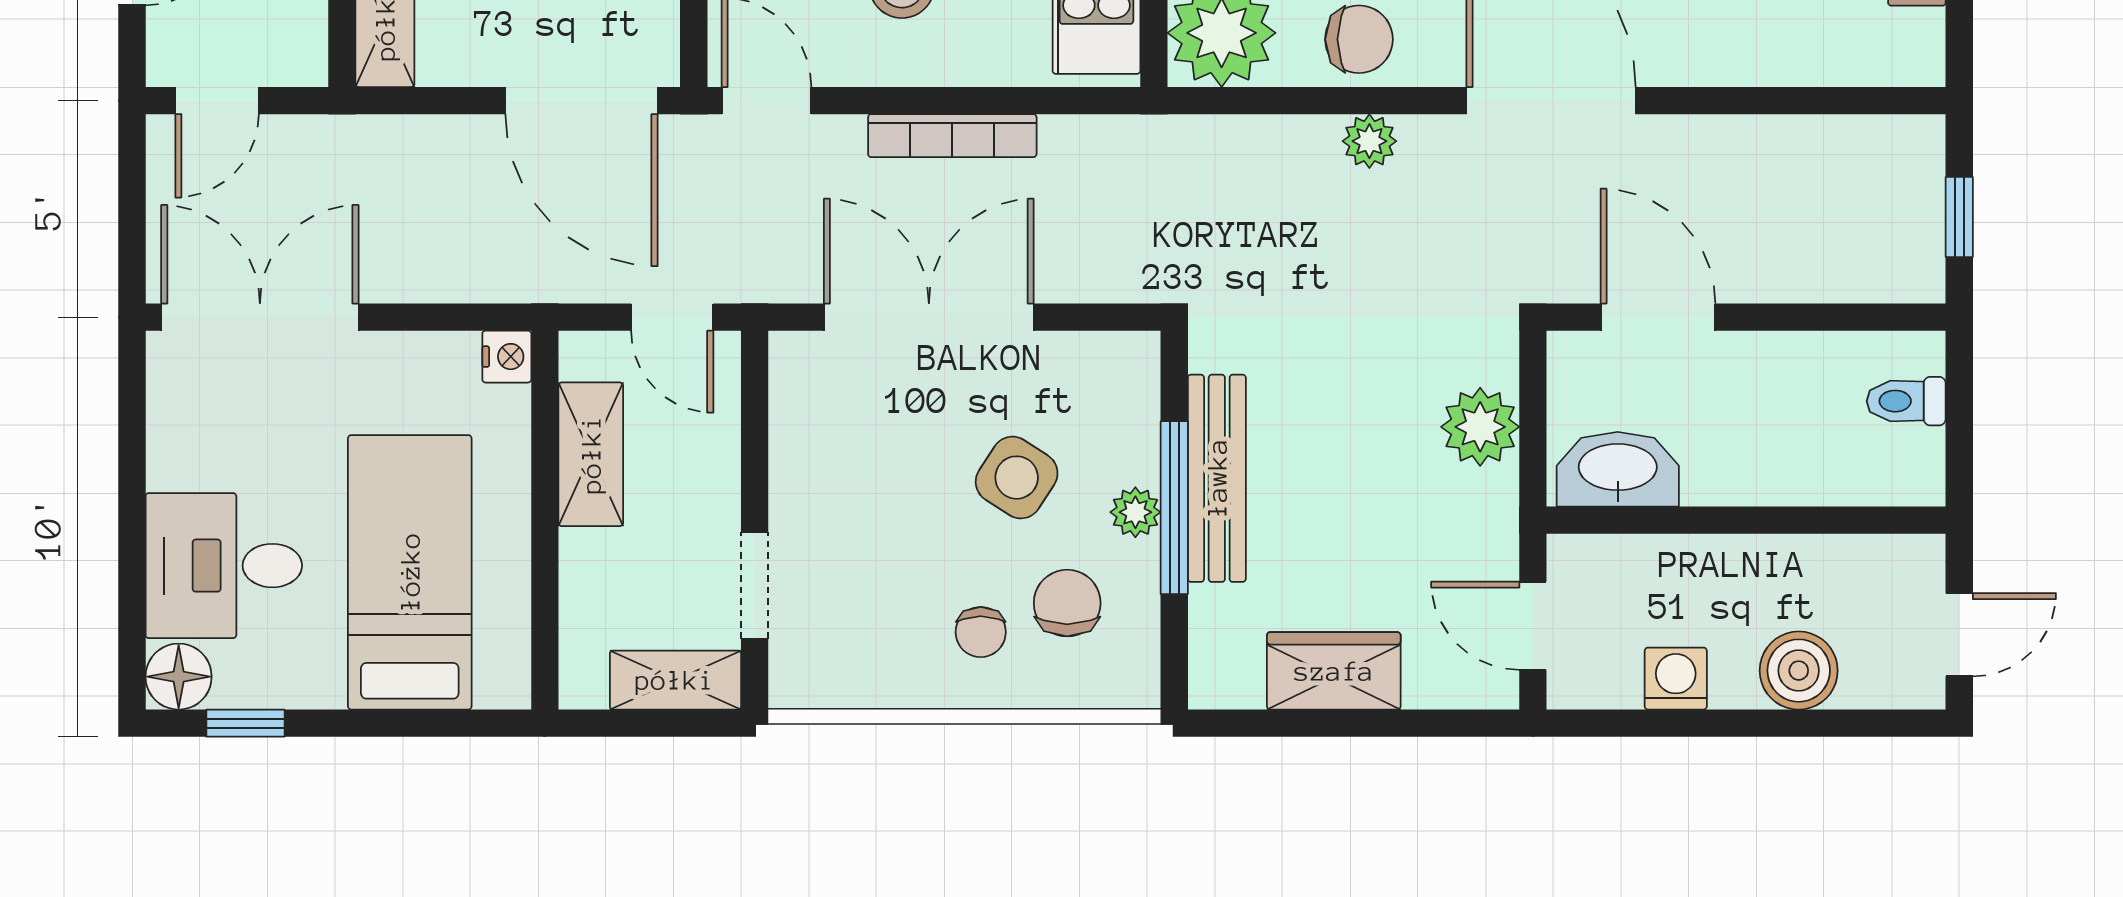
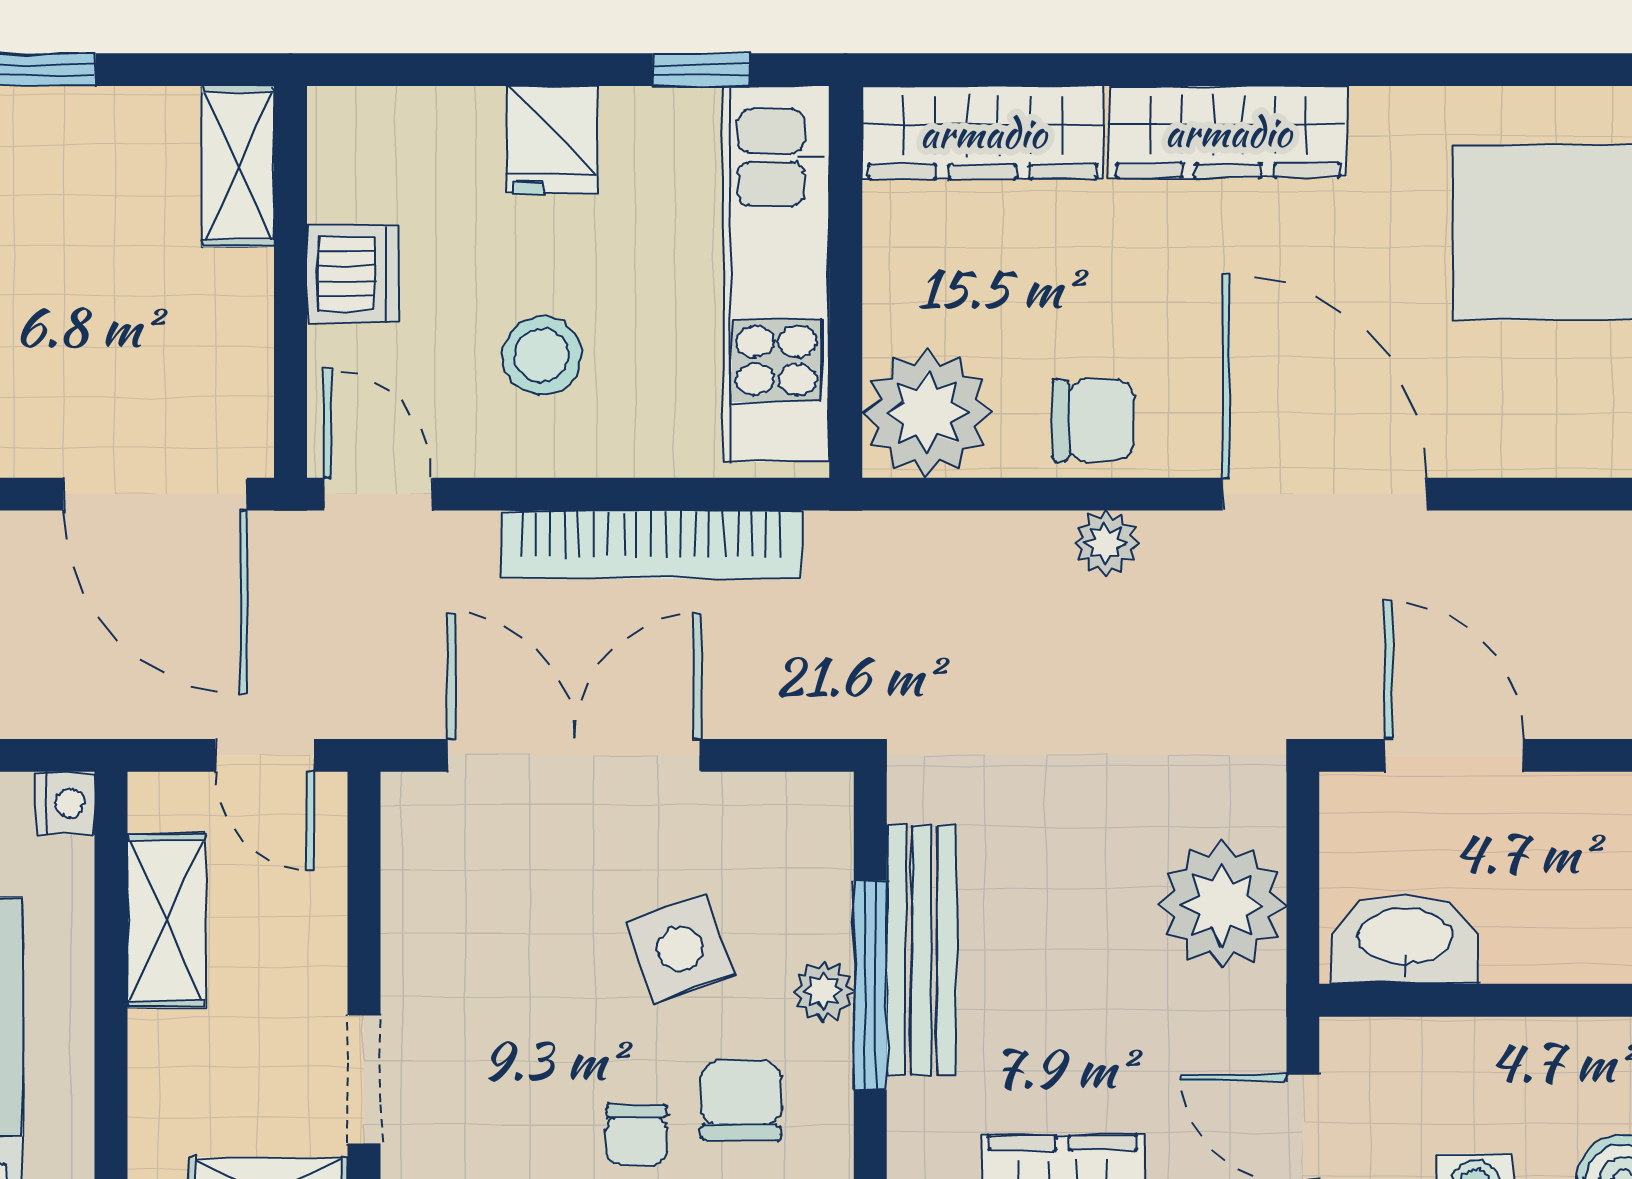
bookcase: (952, 136) -> (651, 545), width x1.48, depth x1.31
plant: (1480, 427) -> (1222, 905), width x1.36, depth x1.36
side table: (1017, 478) -> (680, 949), turned 38

